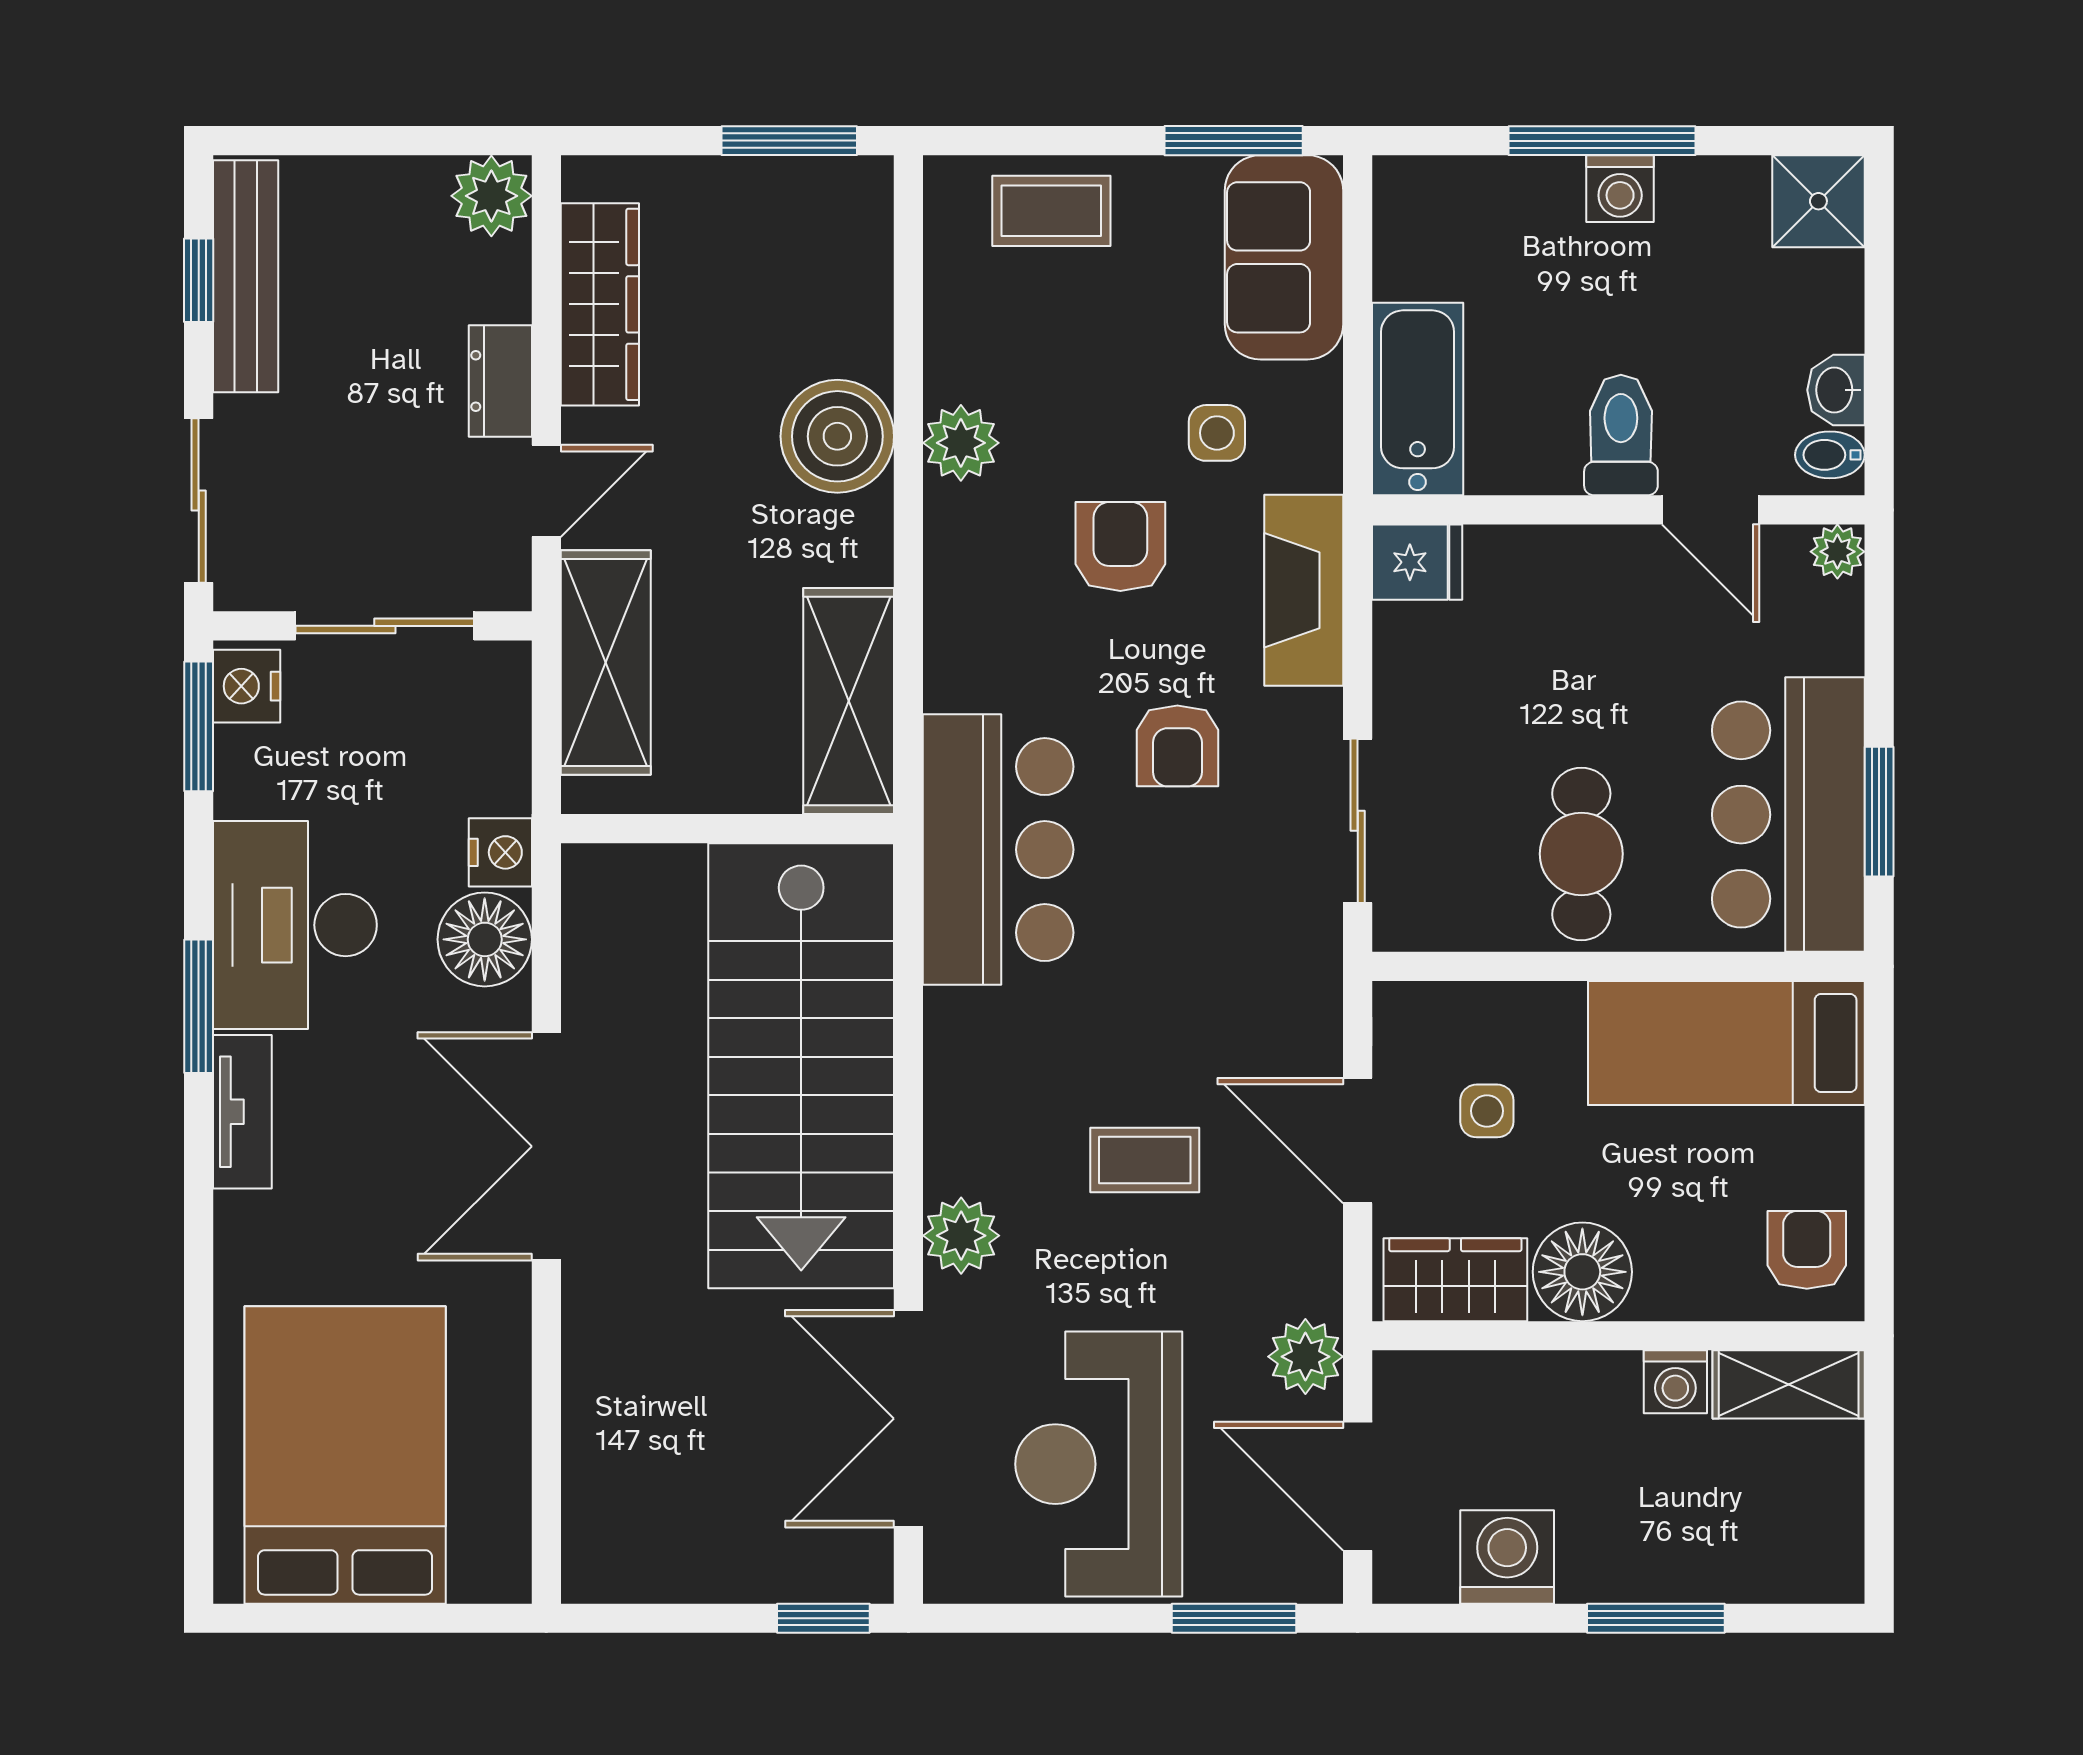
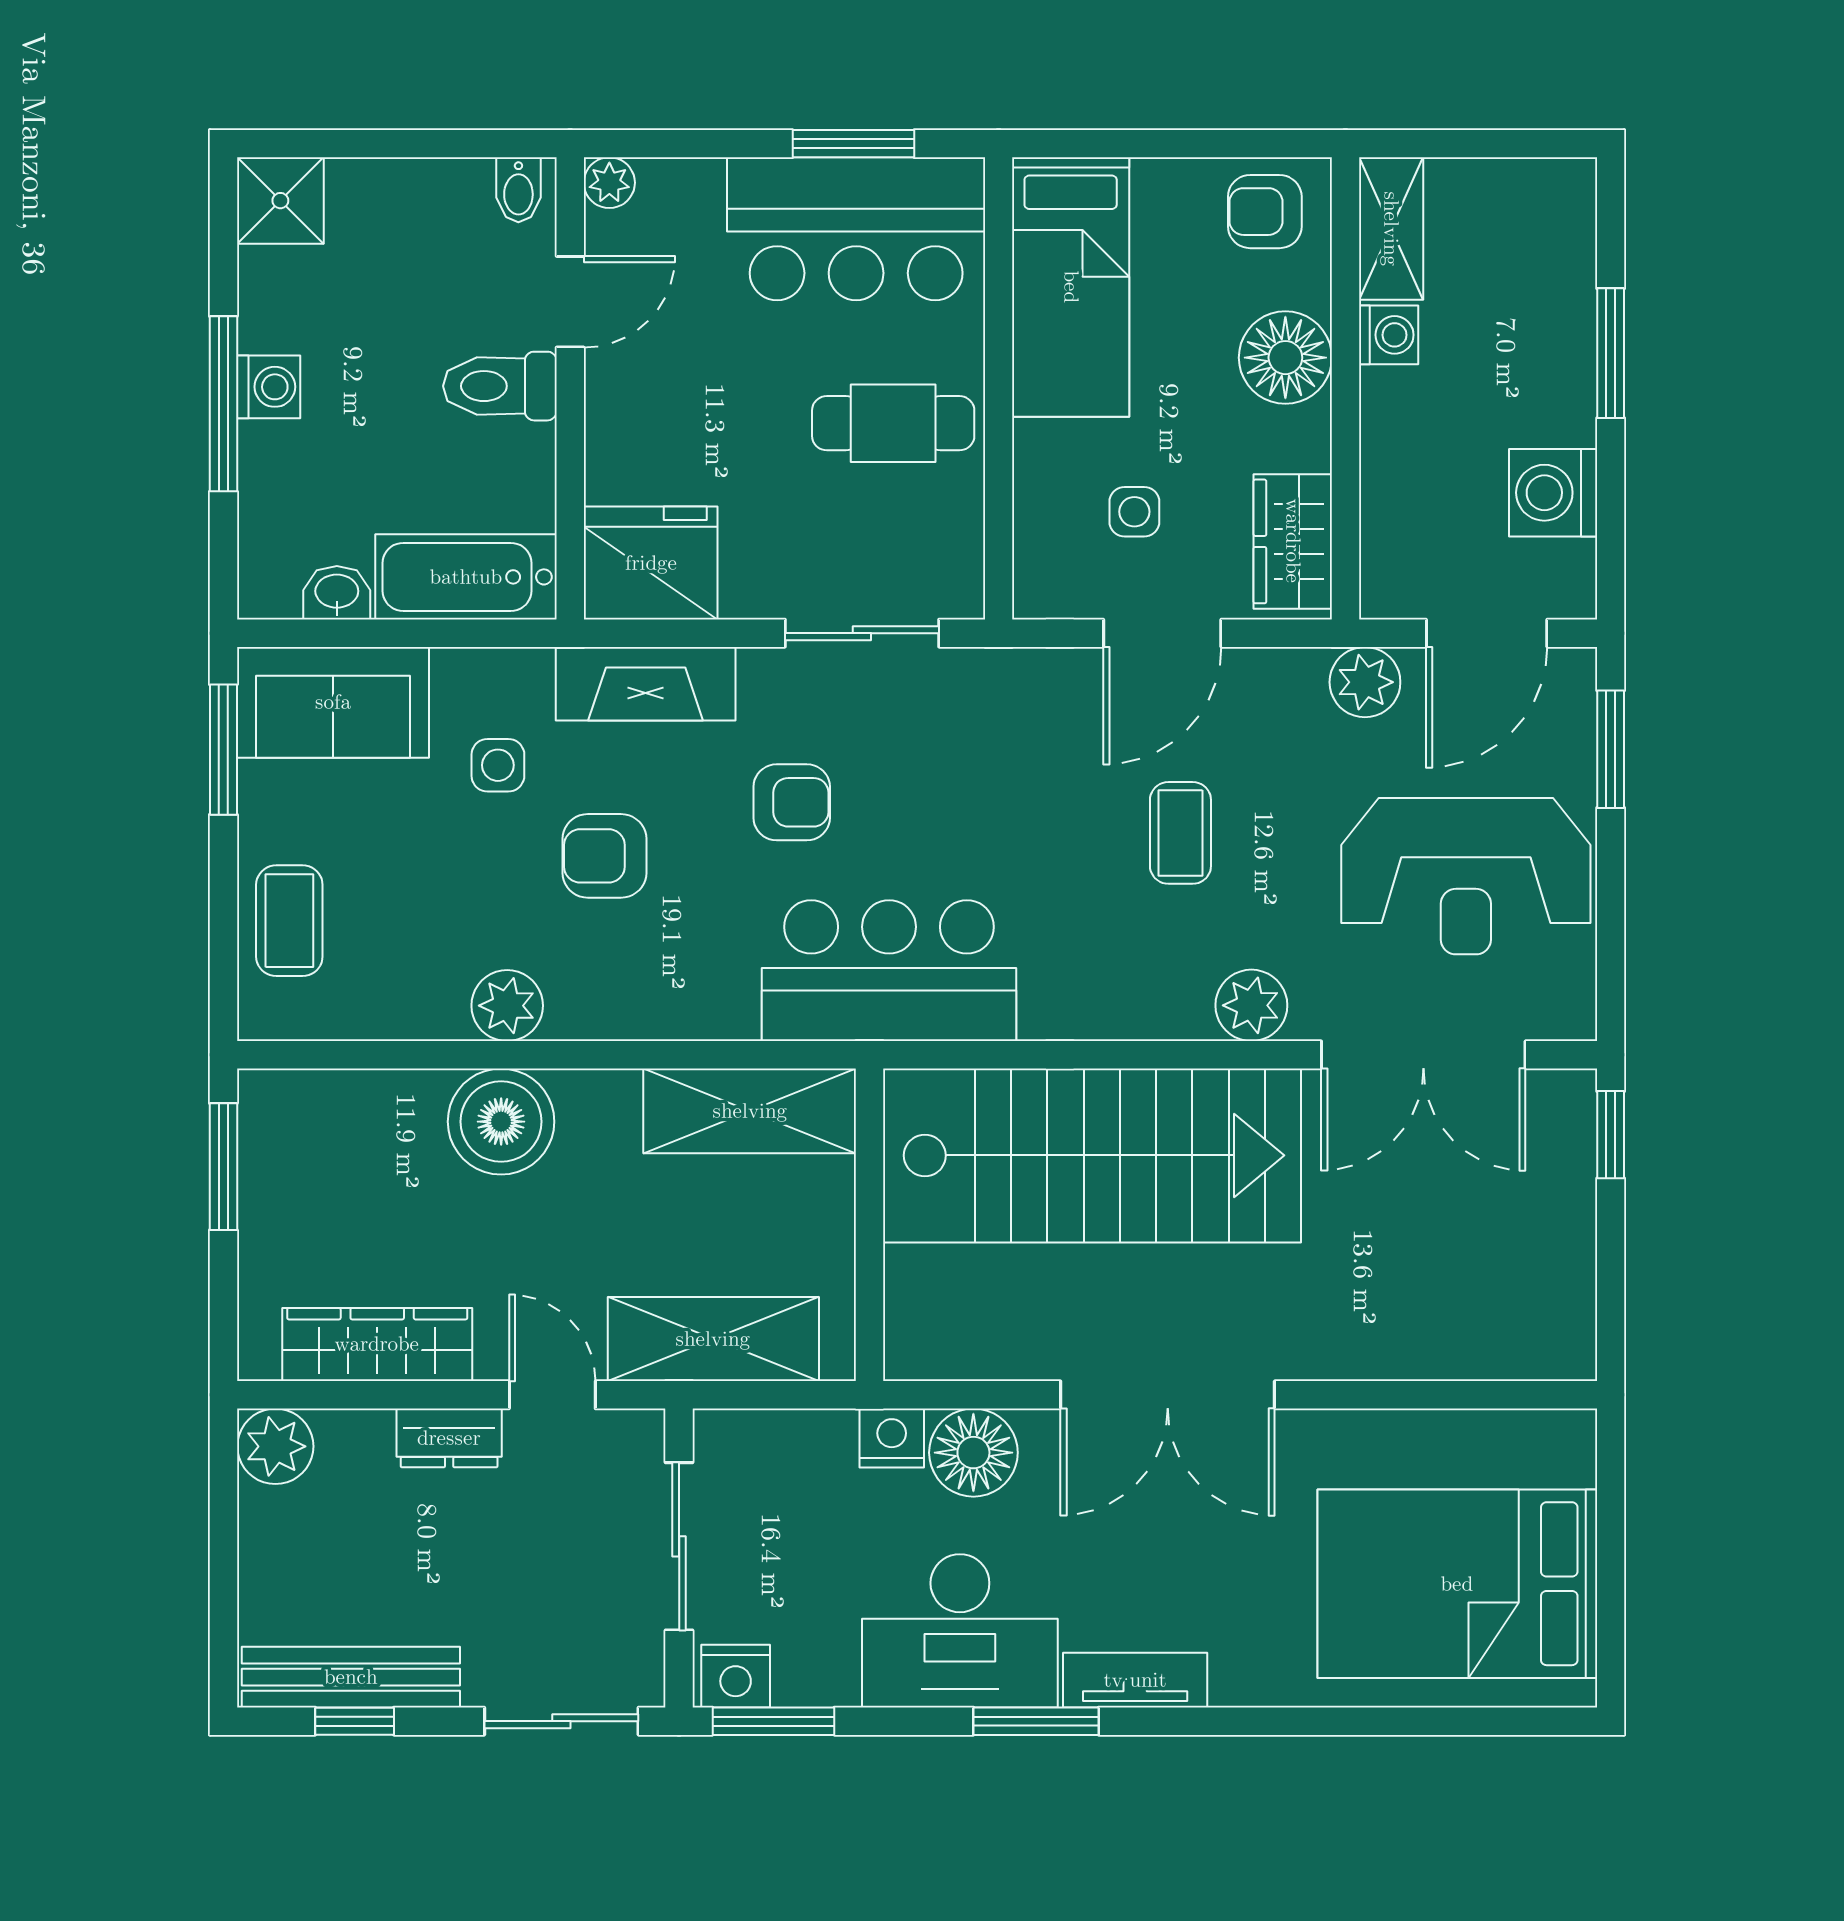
washbasin: (1836, 390) -> (337, 593), moved, turned 180
fridge: (1417, 562) -> (651, 563), width x1.88, depth x1.34
floor lamp: (1582, 1272) -> (1285, 358), moved

